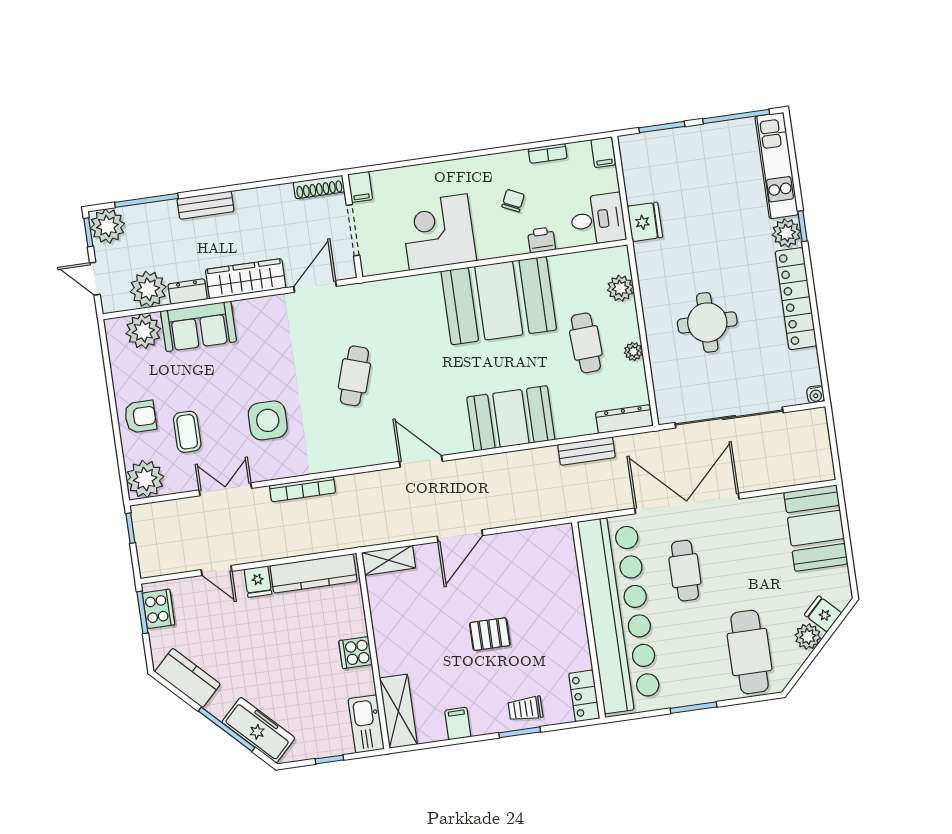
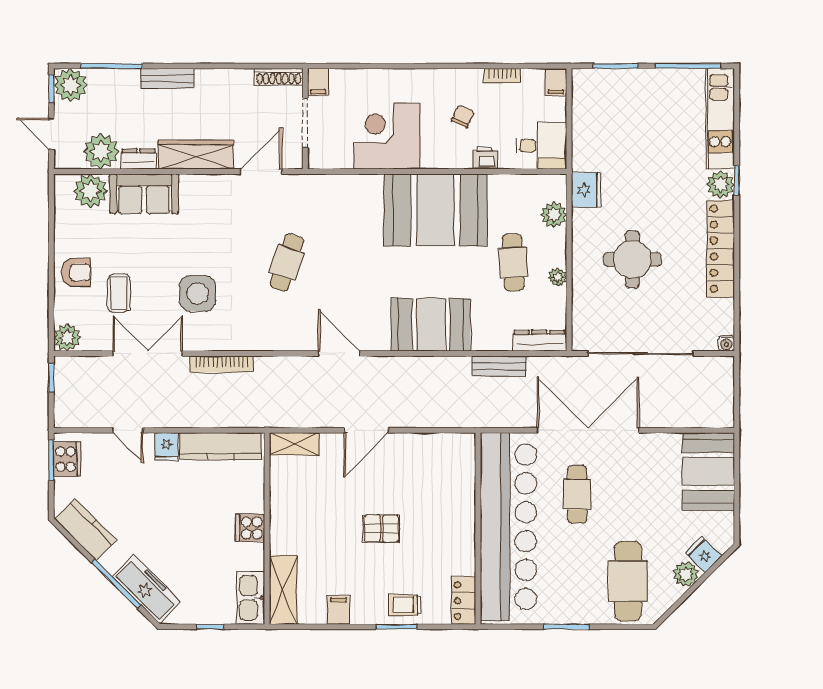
fridge: (645, 222) -> (586, 190), moved
plant: (145, 479) -> (67, 338), width x0.73, depth x0.73
double door: (225, 489) -> (148, 354), width x1.37

